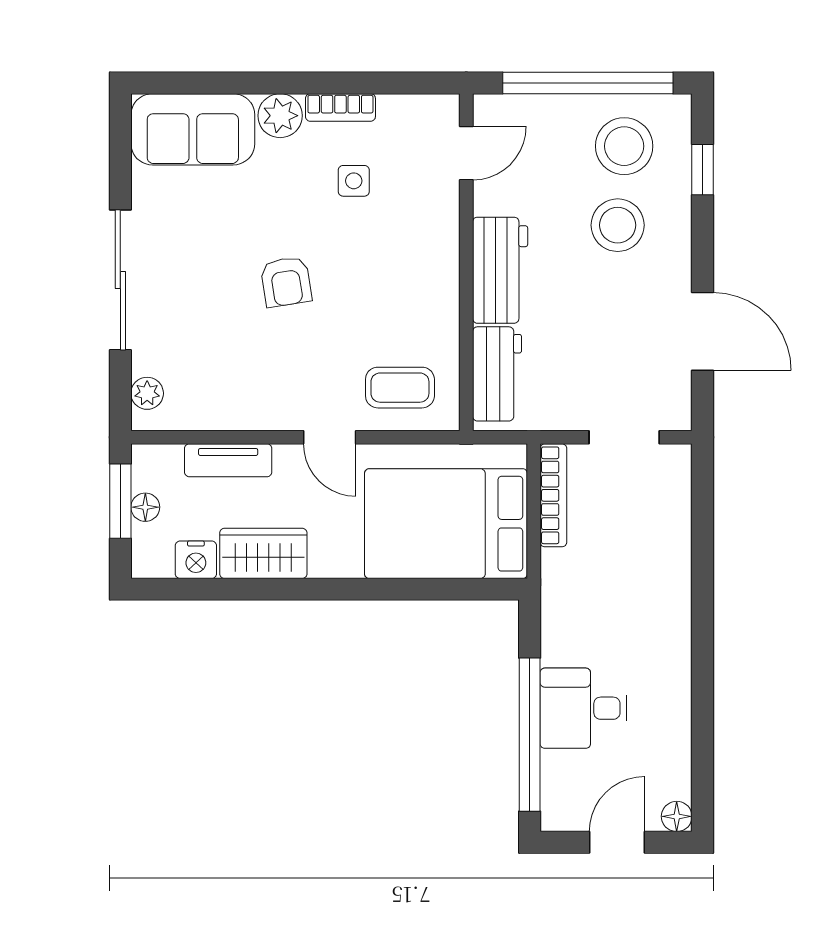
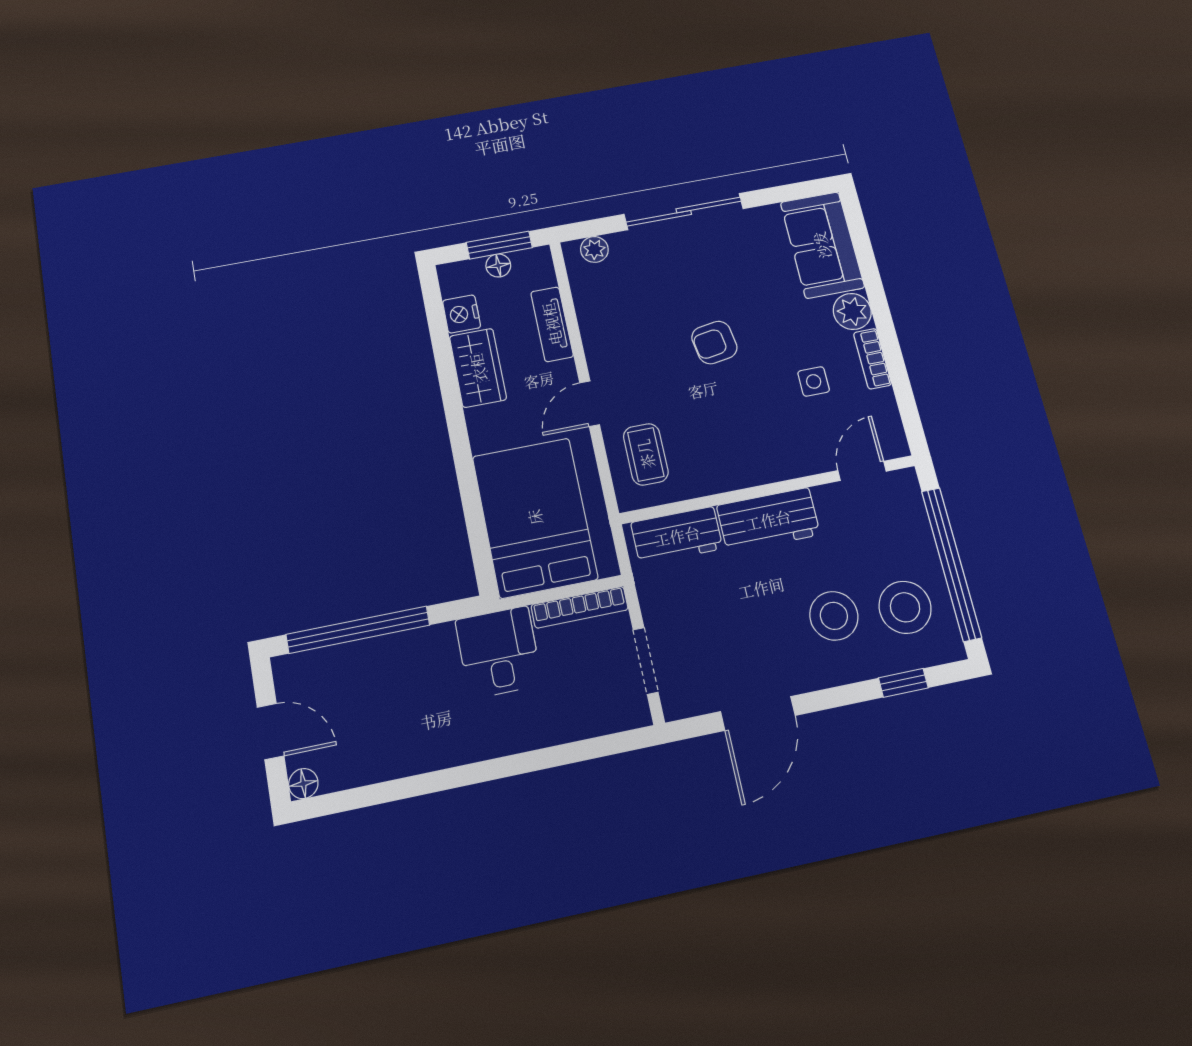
door: (466, 153) -> (862, 471), swing flipped
desk: (584, 708) -> (499, 652), moved

